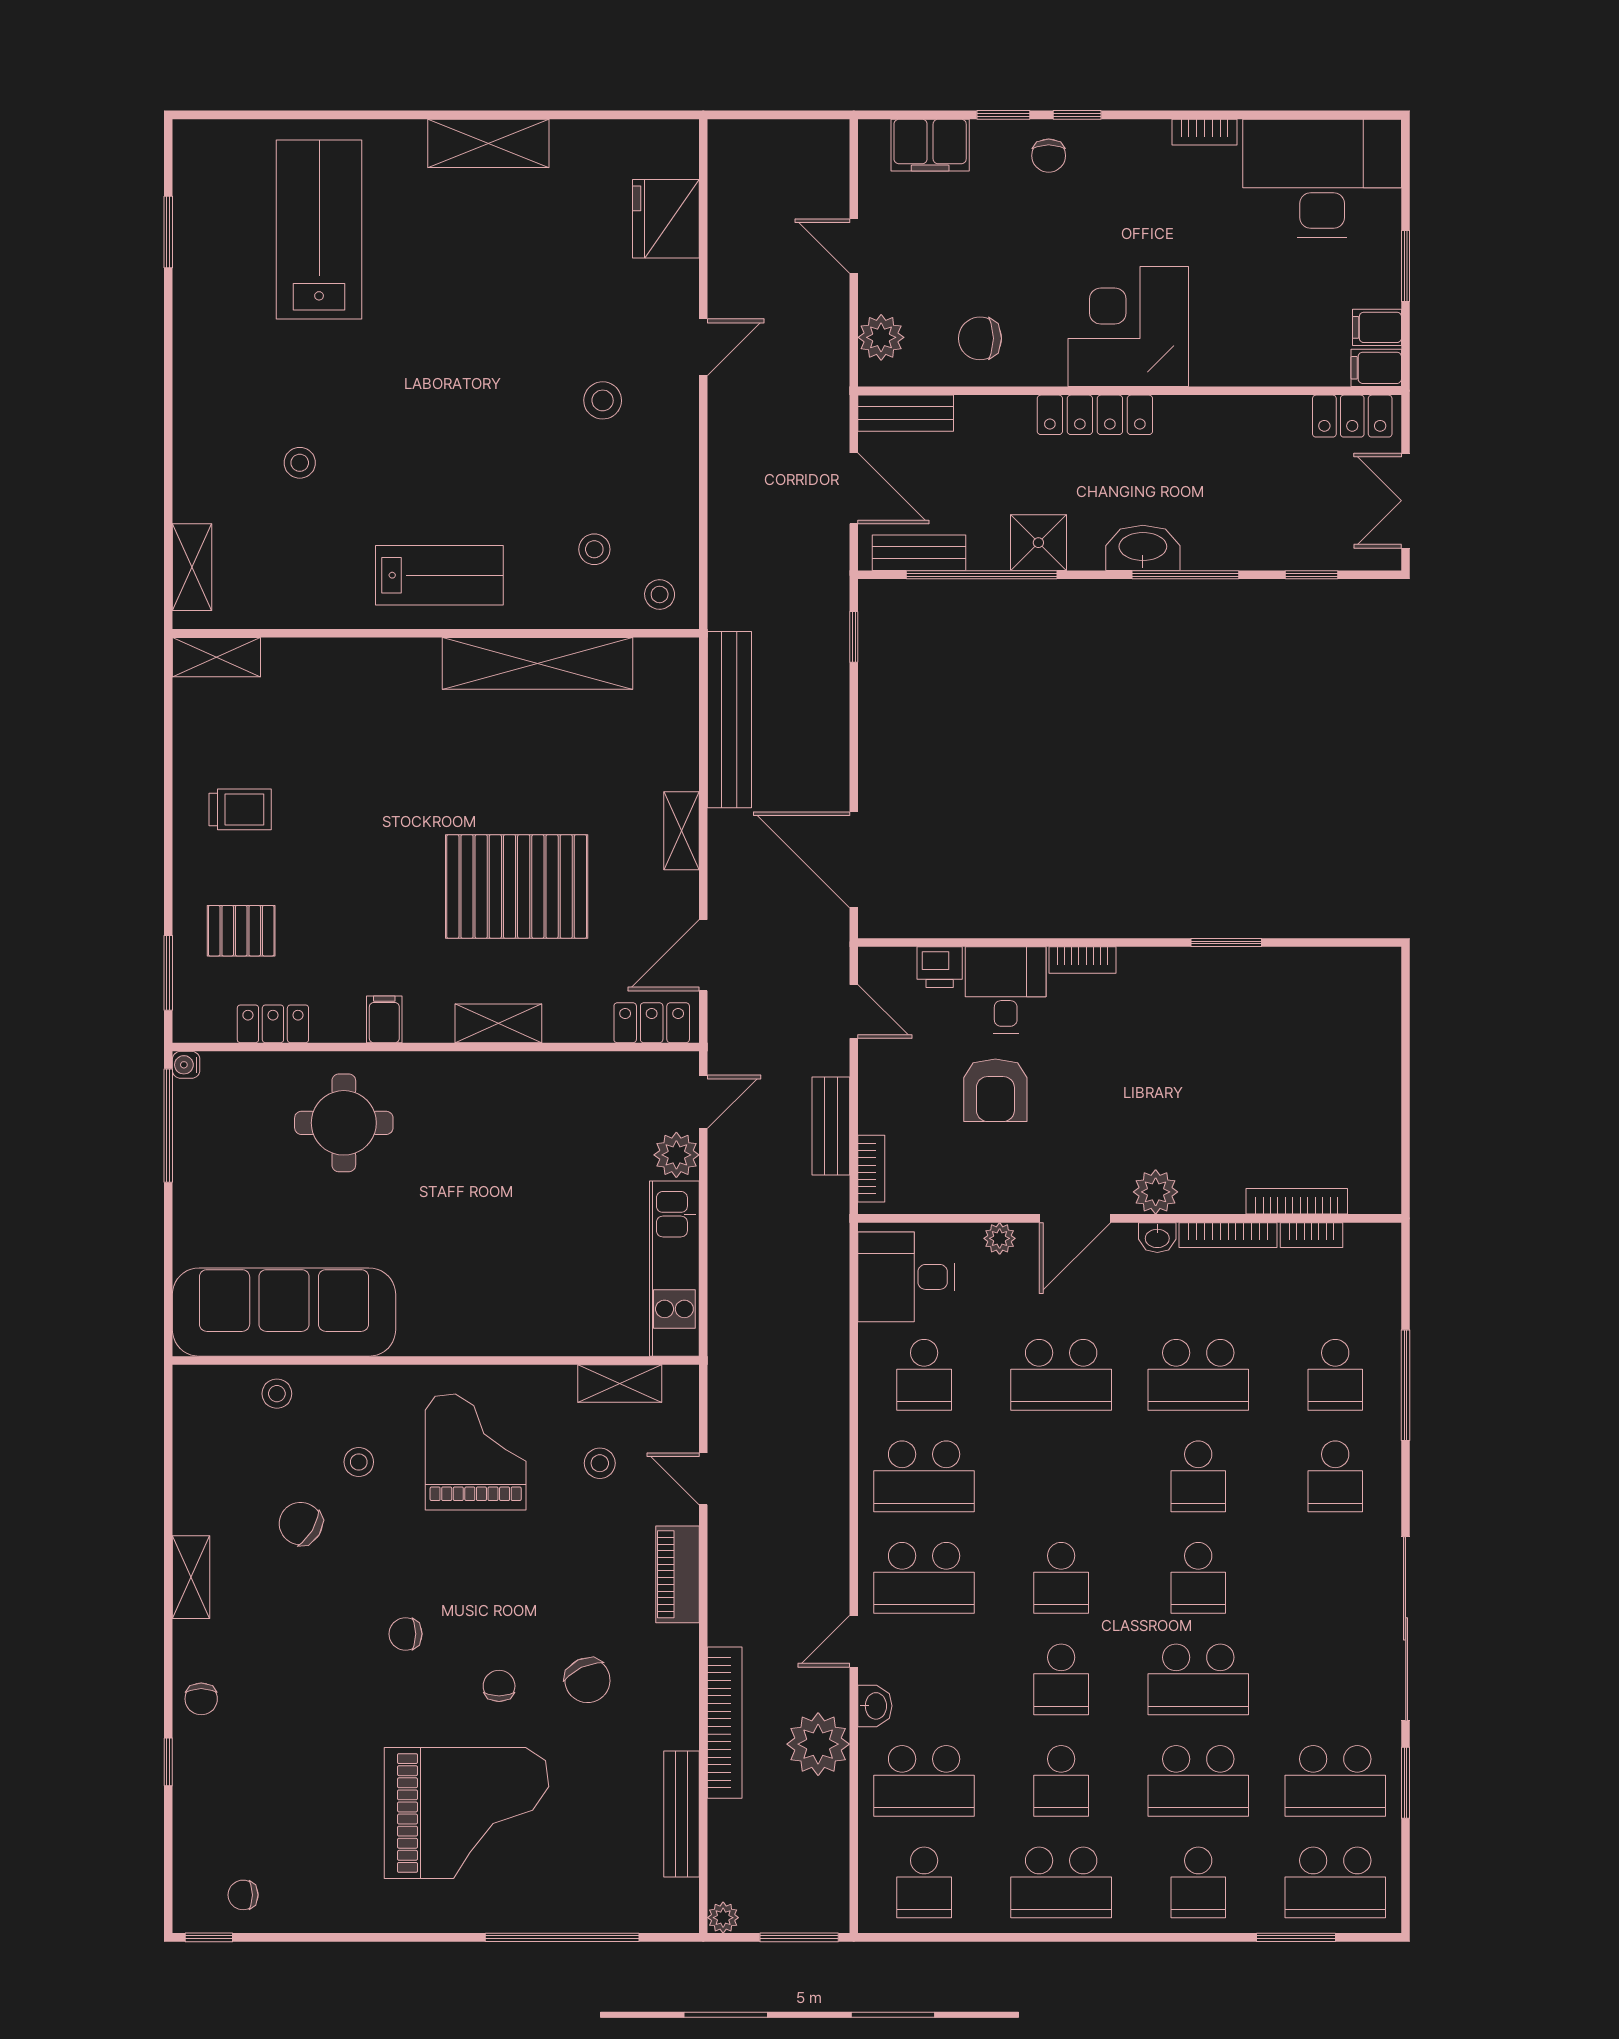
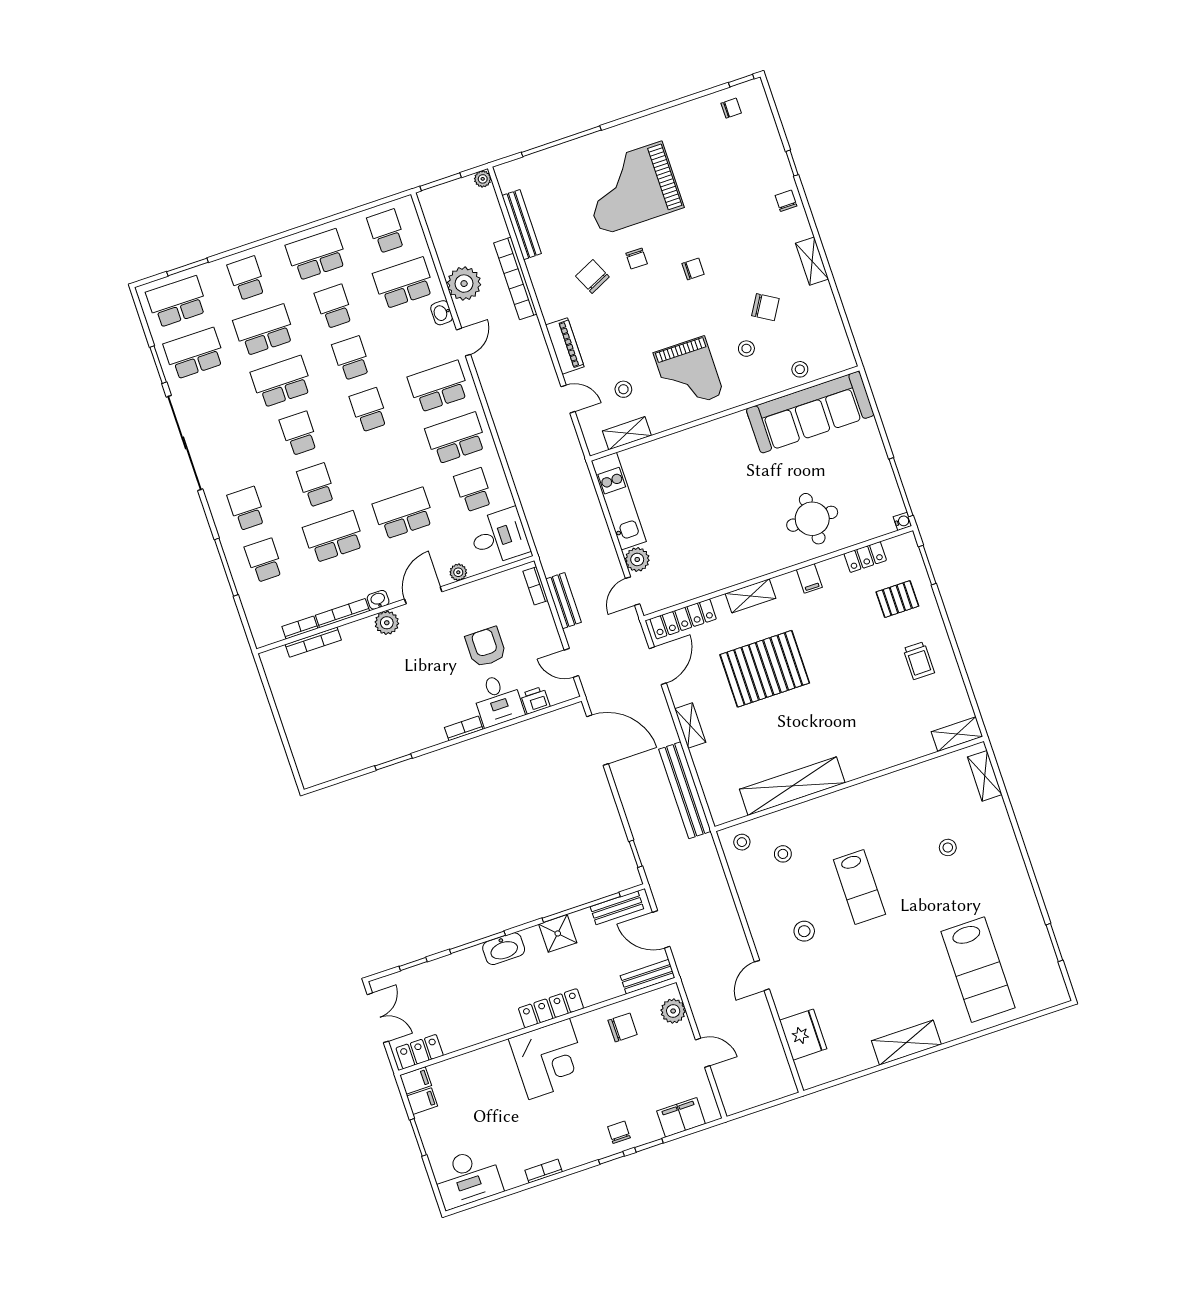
desk: (1322, 178) -> (467, 1178), width x0.73, depth x0.77
lab bench: (439, 575) -> (859, 887), moved, turned -90
trolley: (240, 809) -> (919, 661), turned -90
locker: (652, 1023) -> (683, 619), width x1.53

